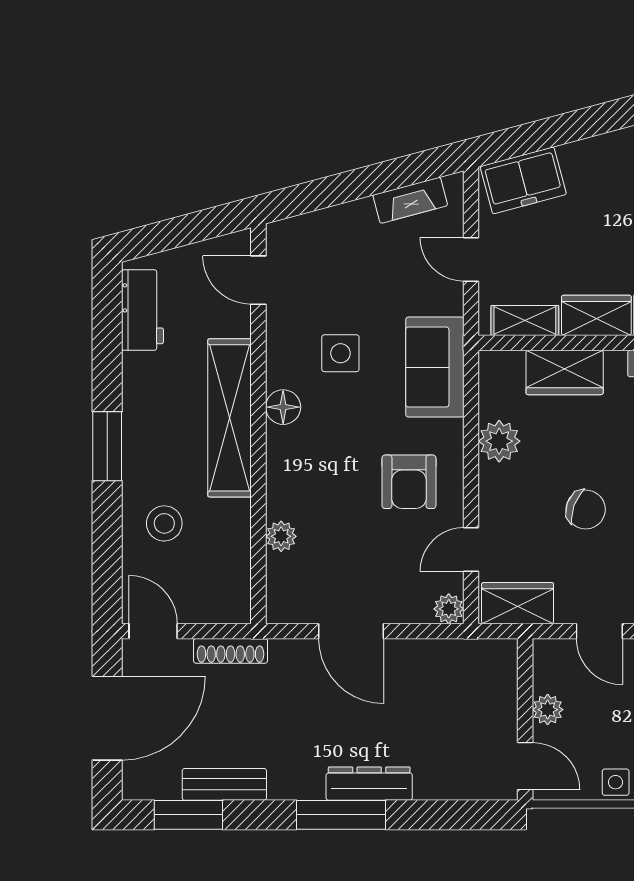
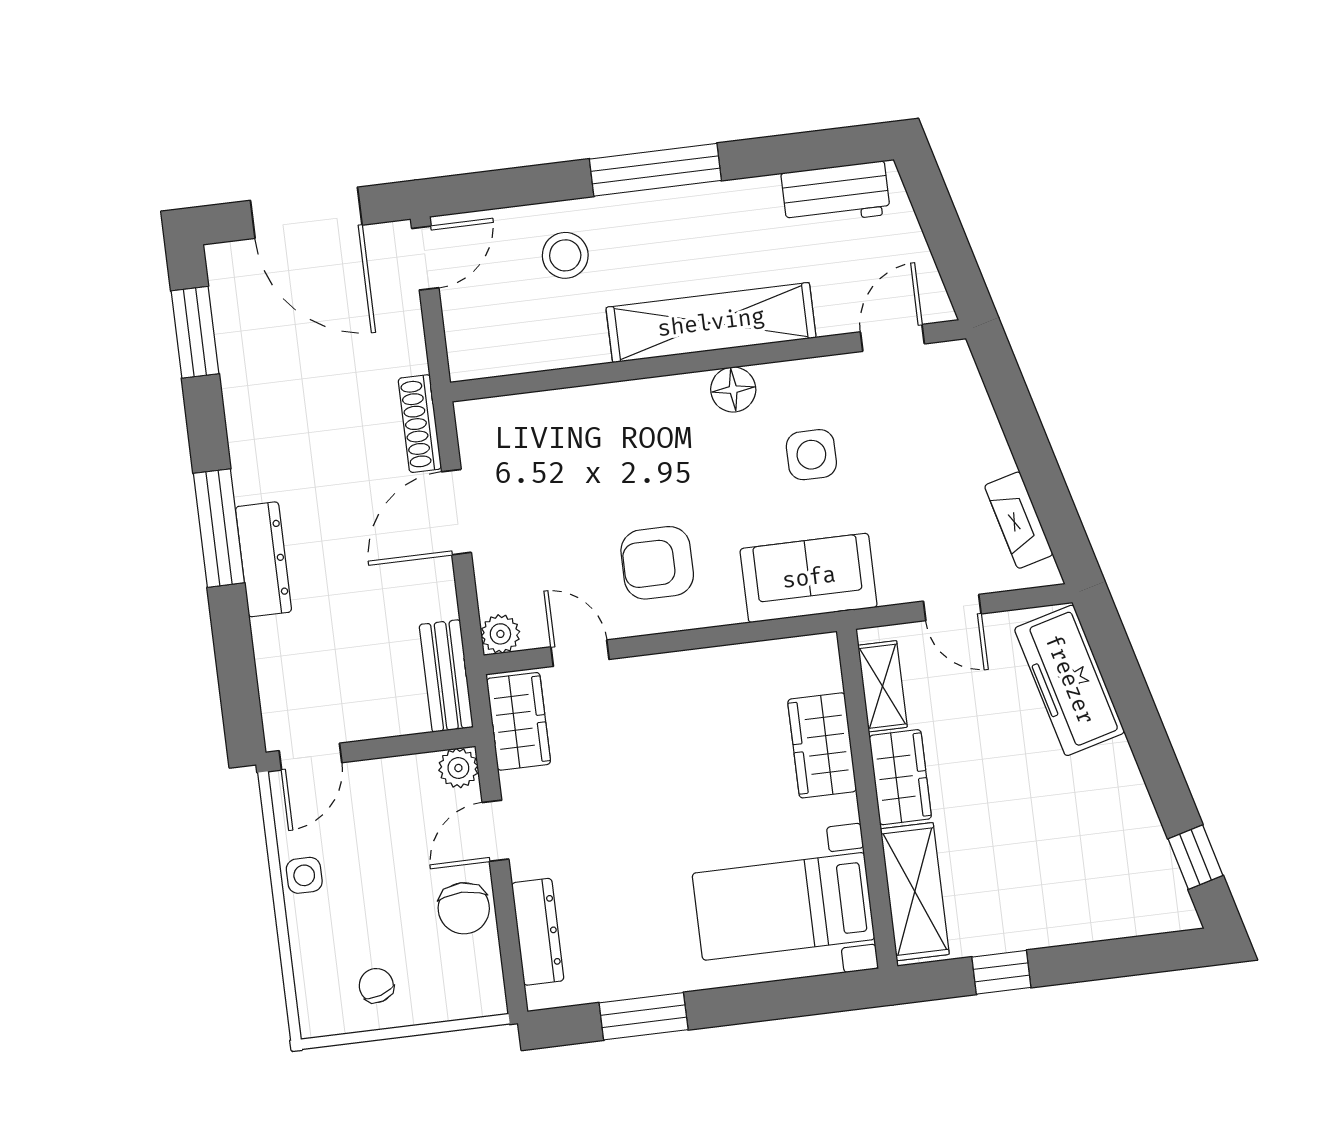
freezer: (523, 180) -> (1069, 680), width x1.40
door: (471, 259) -> (952, 607), swing flipped
plant: (499, 441) -> (724, 672), removed
window: (107, 446) -> (655, 170), width x1.44
chair: (586, 509) -> (649, 794), removed
plant: (281, 536) -> (567, 407), removed
shoe rack: (231, 651) -> (420, 424), moved
plant: (548, 710) -> (458, 768), moved
bench: (224, 784) -> (446, 676), moved

